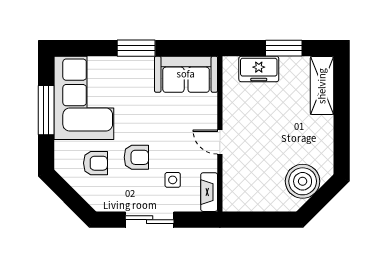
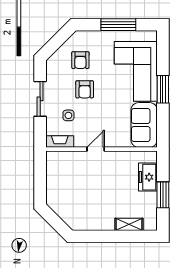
shelving: (322, 86) -> (129, 224), width x0.67, depth x0.75
corner sofa: (84, 98) -> (136, 71), moved, turned 90
boiler: (303, 181) -> (67, 208), removed

